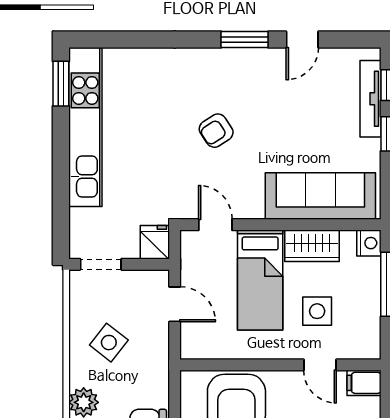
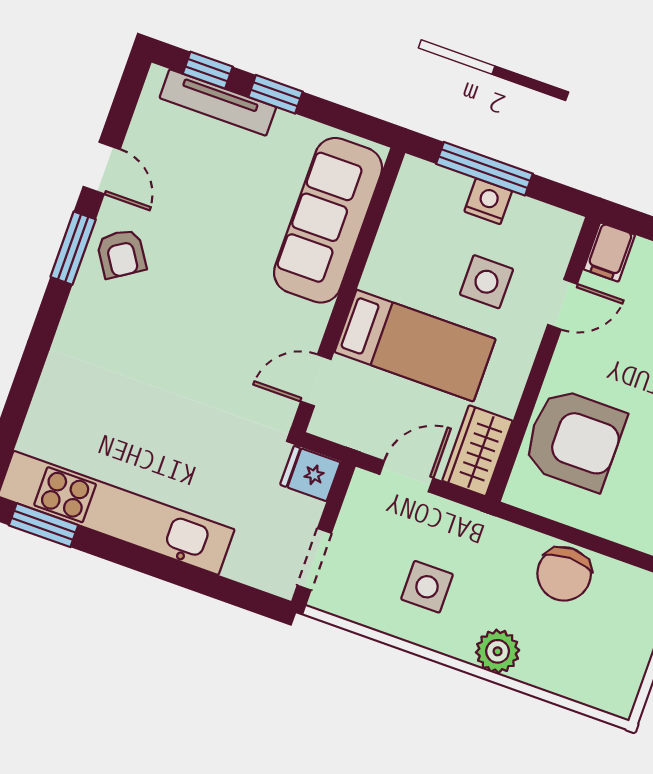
armchair: (216, 131) -> (121, 254), moved
nightstand: (369, 243) -> (488, 201), moved
wardrobe: (312, 246) -> (477, 451), moved, turned 180
side table: (109, 343) -> (427, 587), turned -38

